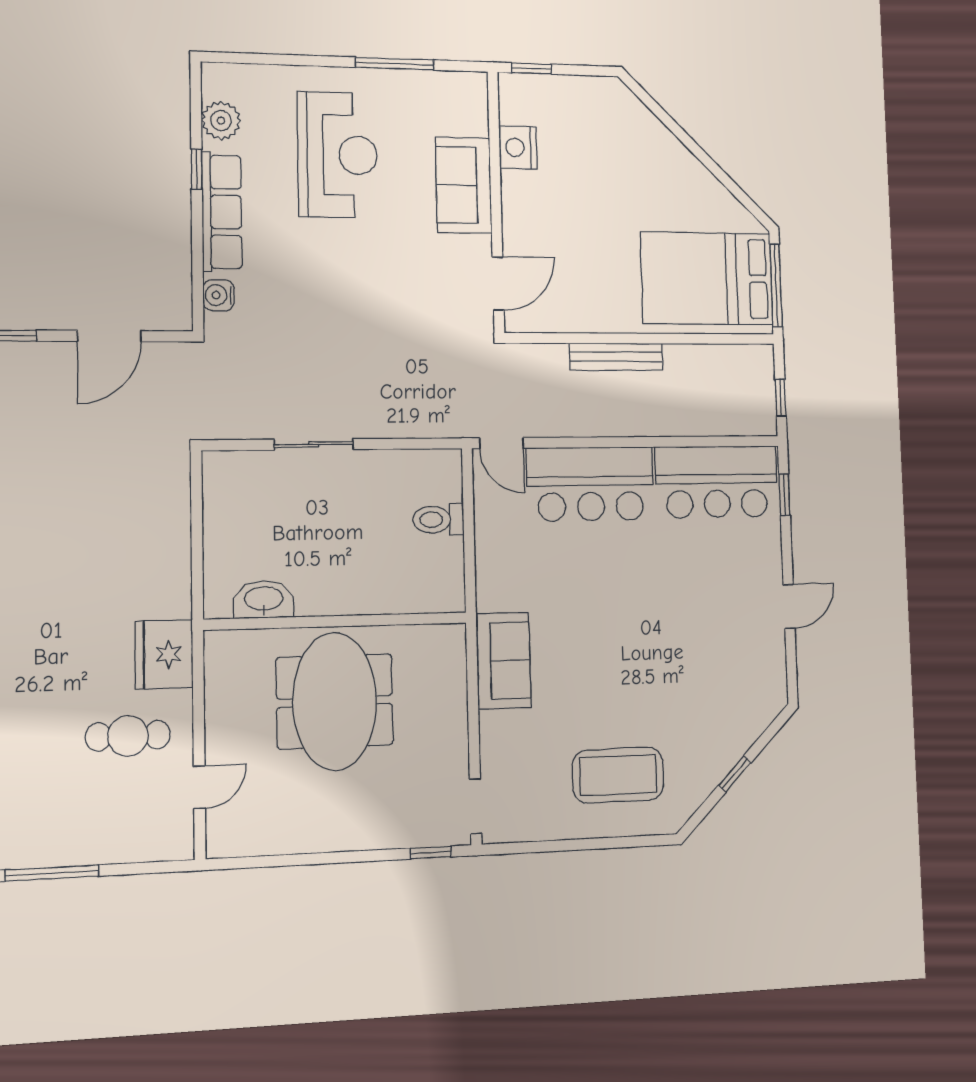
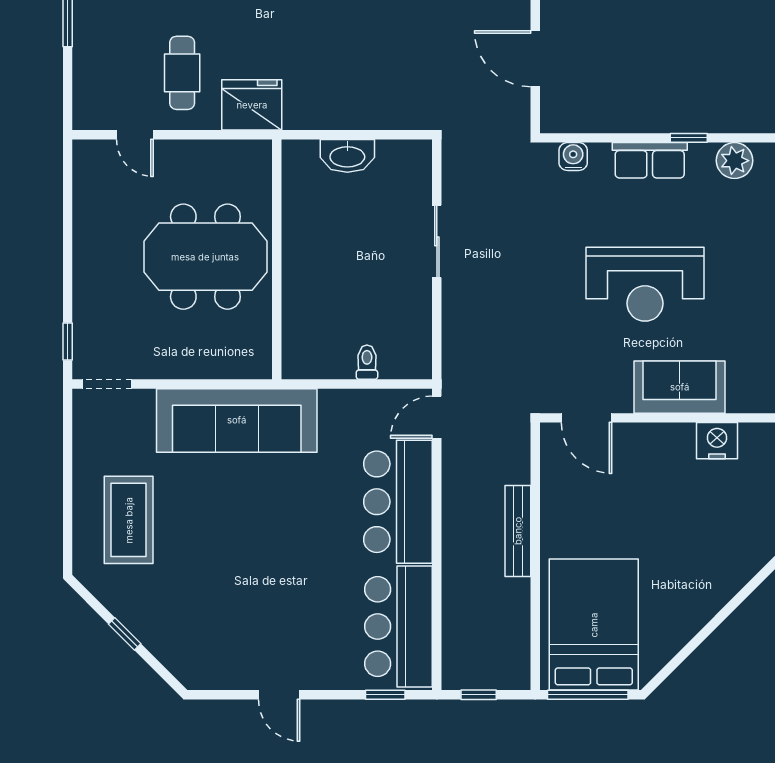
reception desk: (337, 155) -> (645, 284), moved
row of seats: (222, 212) -> (650, 160), width x0.68
toilet: (438, 520) -> (367, 362), width x0.73, depth x0.72
washbasin: (264, 600) -> (347, 156), moved, turned 90
sofa: (503, 661) -> (237, 420), width x1.85, depth x1.27

